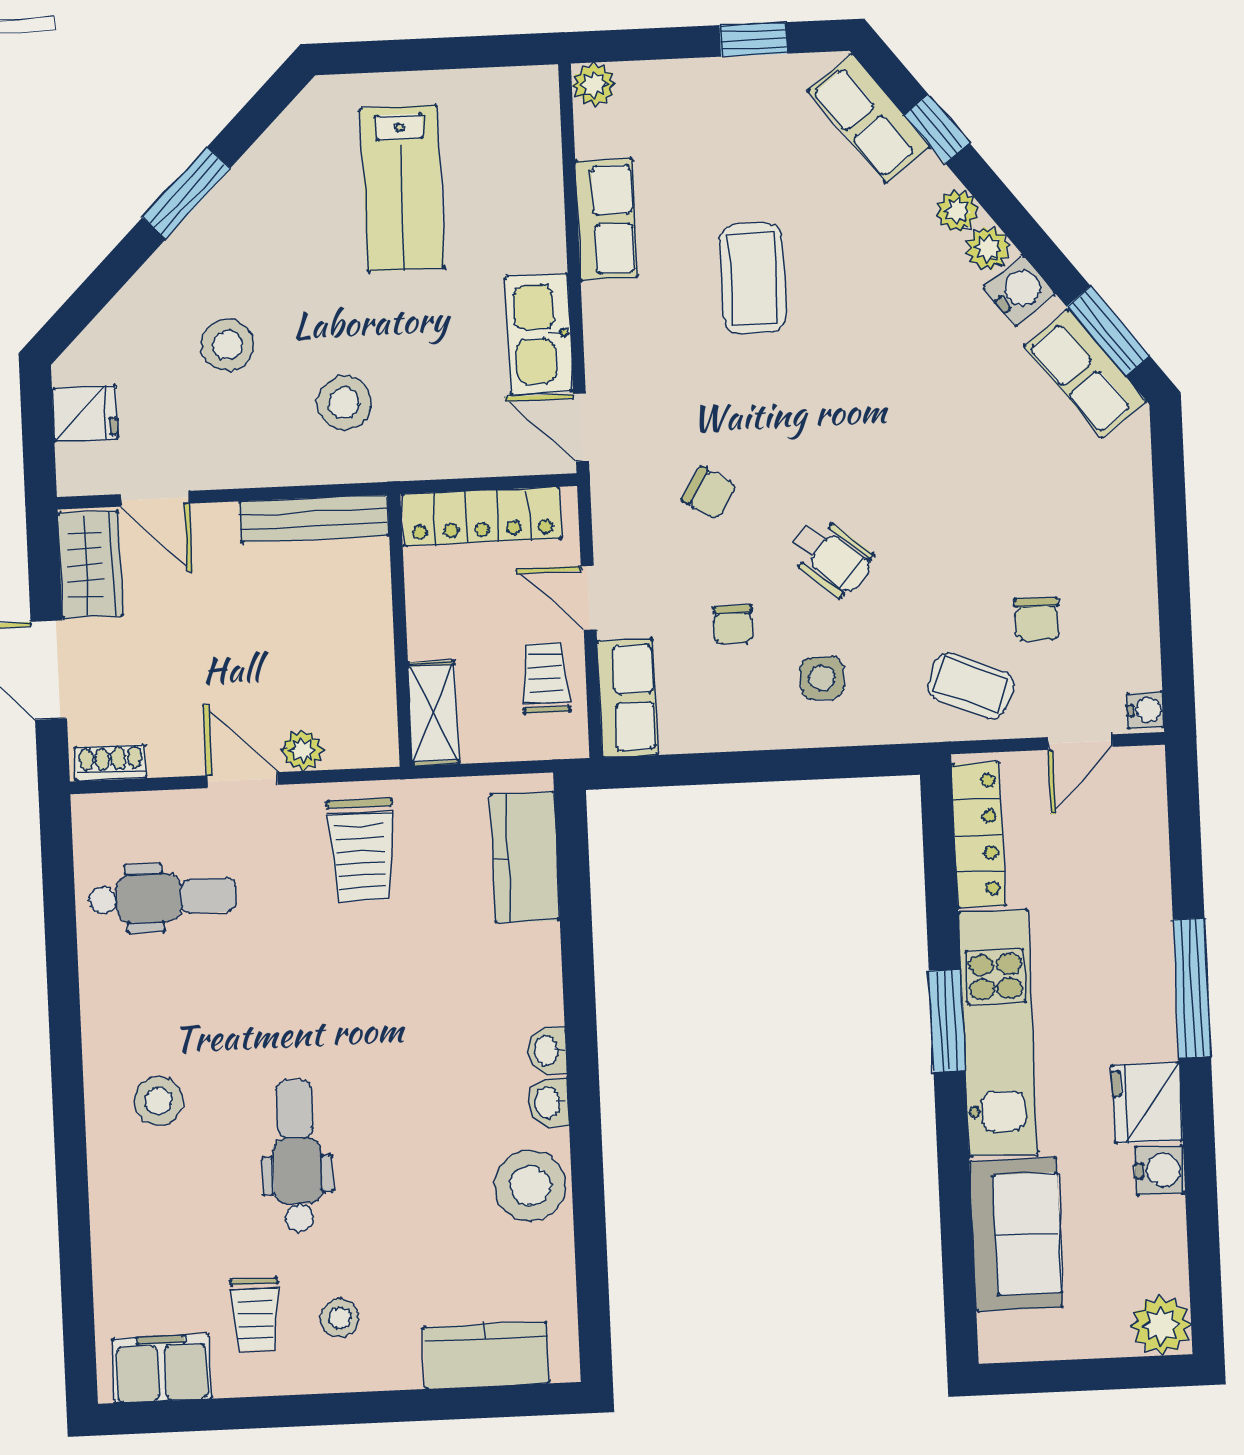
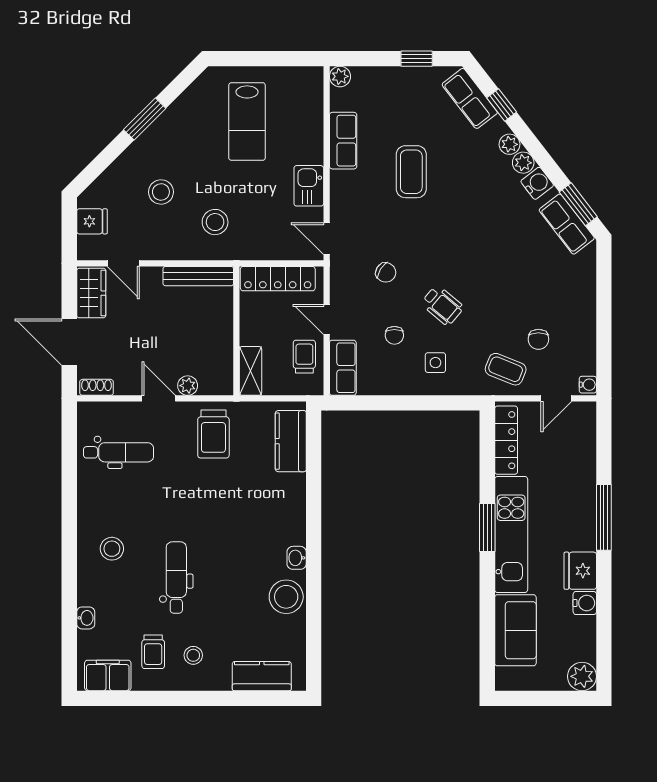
kitchen sink: (539, 334) -> (309, 186), width x0.73
washbasin: (547, 1051) -> (86, 618), moved, turned 180

